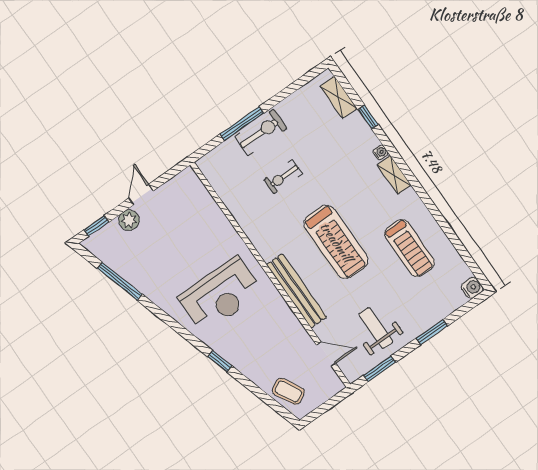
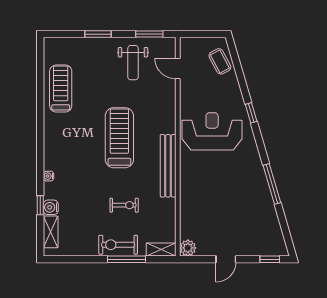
shelving: (394, 175) -> (161, 250), moved, turned 90
plant: (129, 220) -> (188, 248), moved
treadmill: (409, 248) -> (61, 88), moved
window: (120, 281) -> (272, 184), moved
water cooler: (472, 288) -> (51, 207), moved
bench: (296, 291) -> (168, 166), moved
reception desk: (221, 295) -> (212, 131), moved

